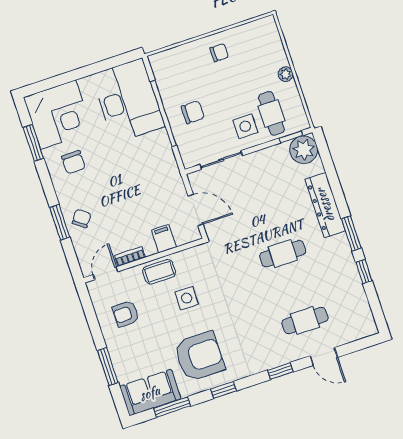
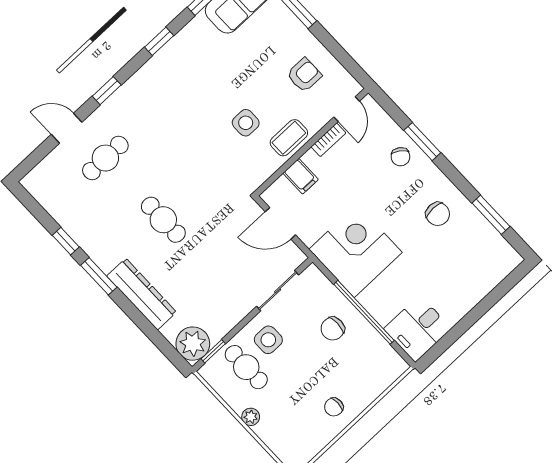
desk: (128, 101) -> (418, 329), width x0.53, depth x0.77
corner desk: (58, 115) -> (355, 251), moved, turned 90
chair: (73, 162) -> (438, 214), turned 180
cafe table: (283, 254) -> (163, 220), turned 90
armchair: (199, 356) -> (203, 66), removed

